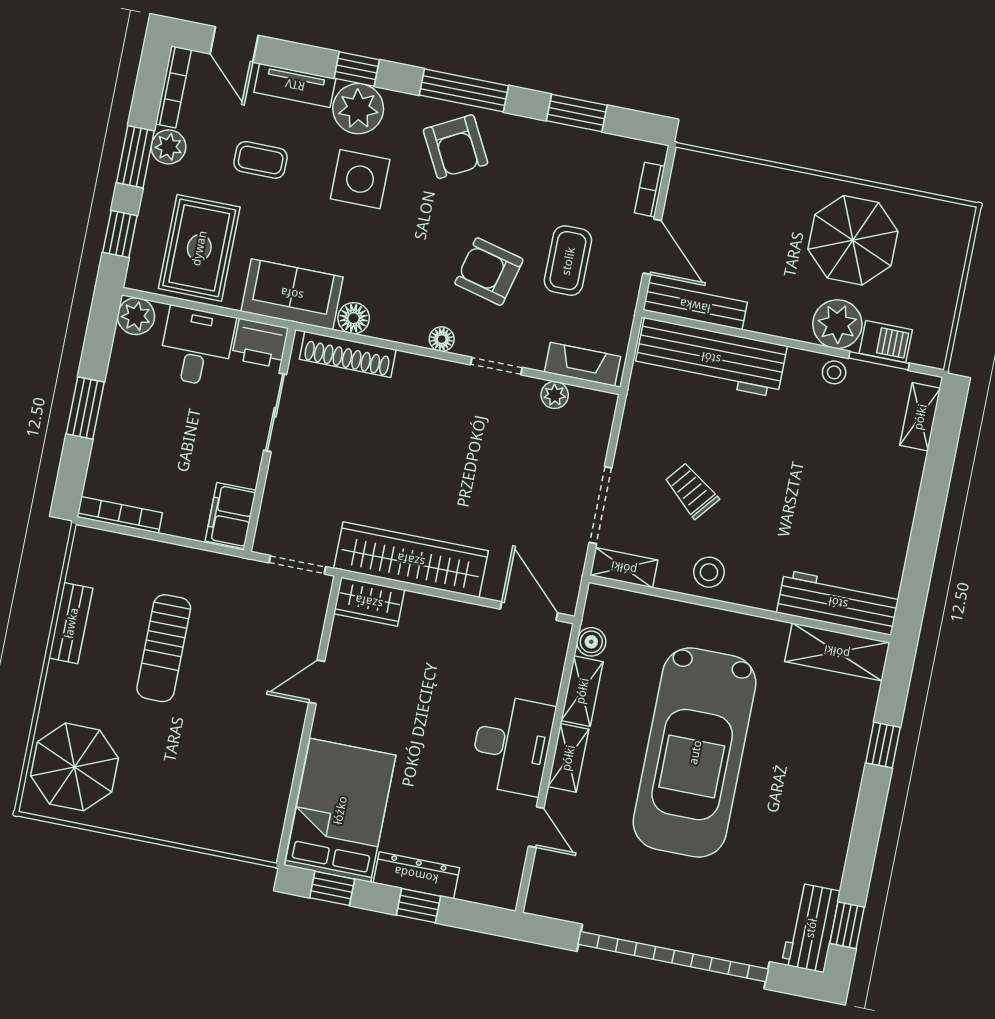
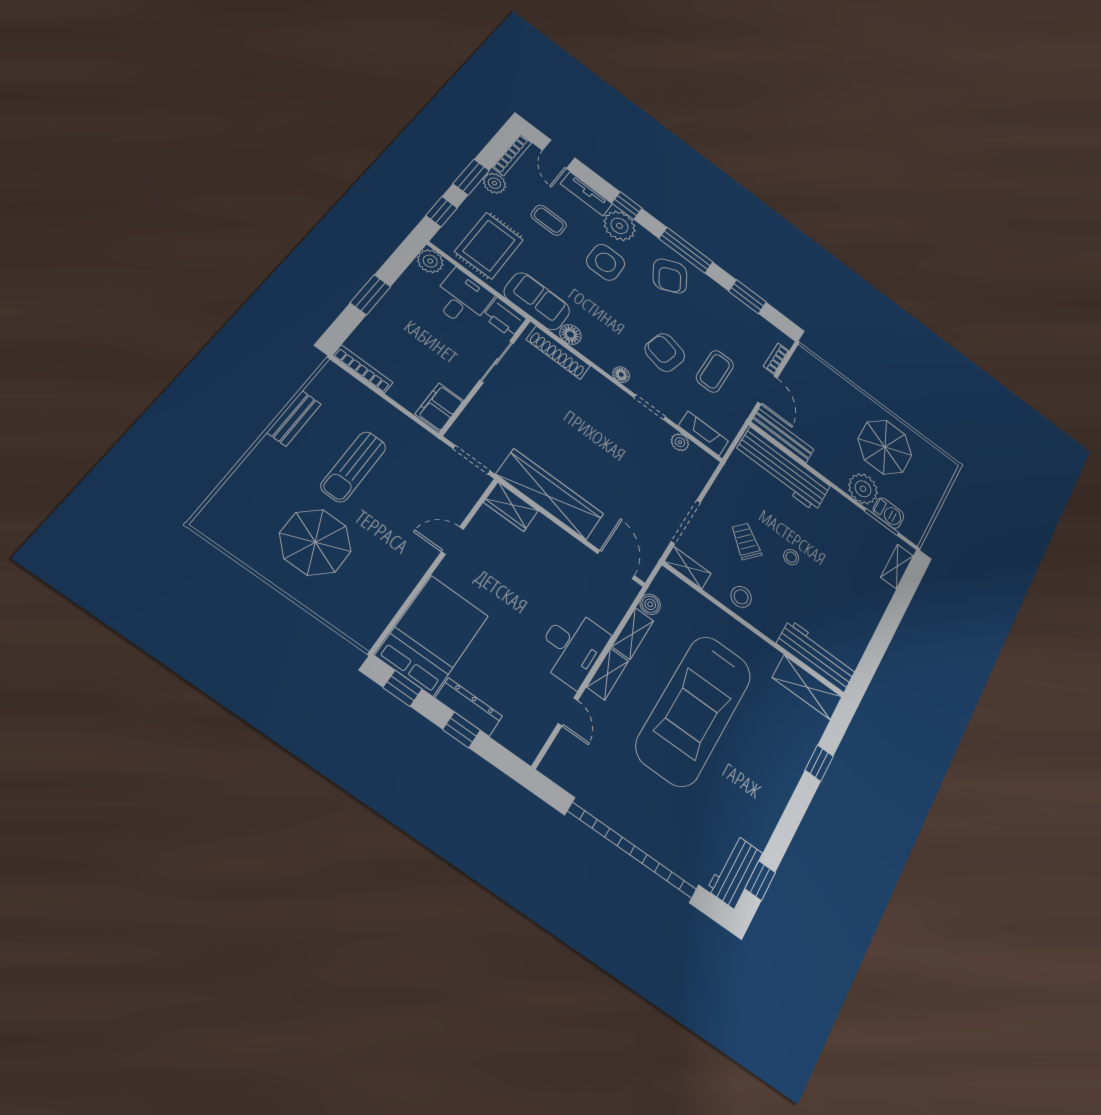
stool: (834, 372) -> (791, 557), moved
parasol: (75, 767) -> (315, 542), moved

